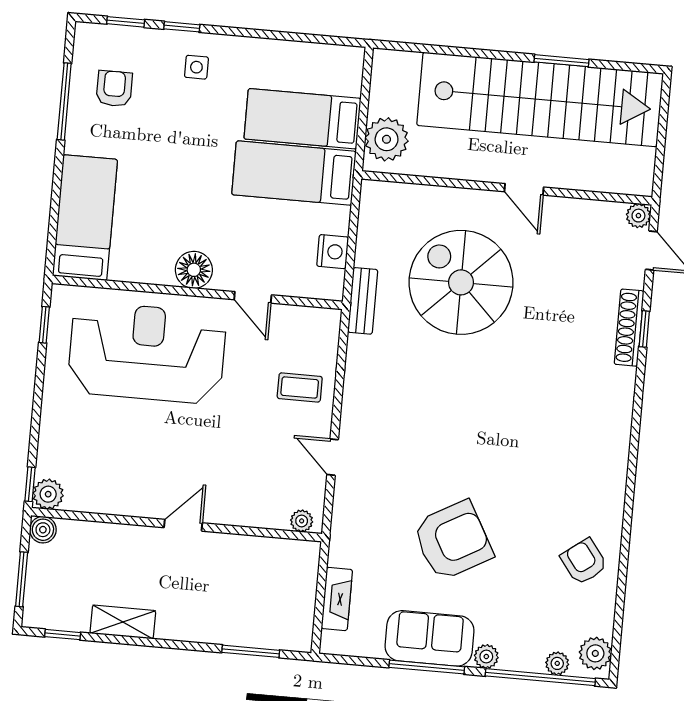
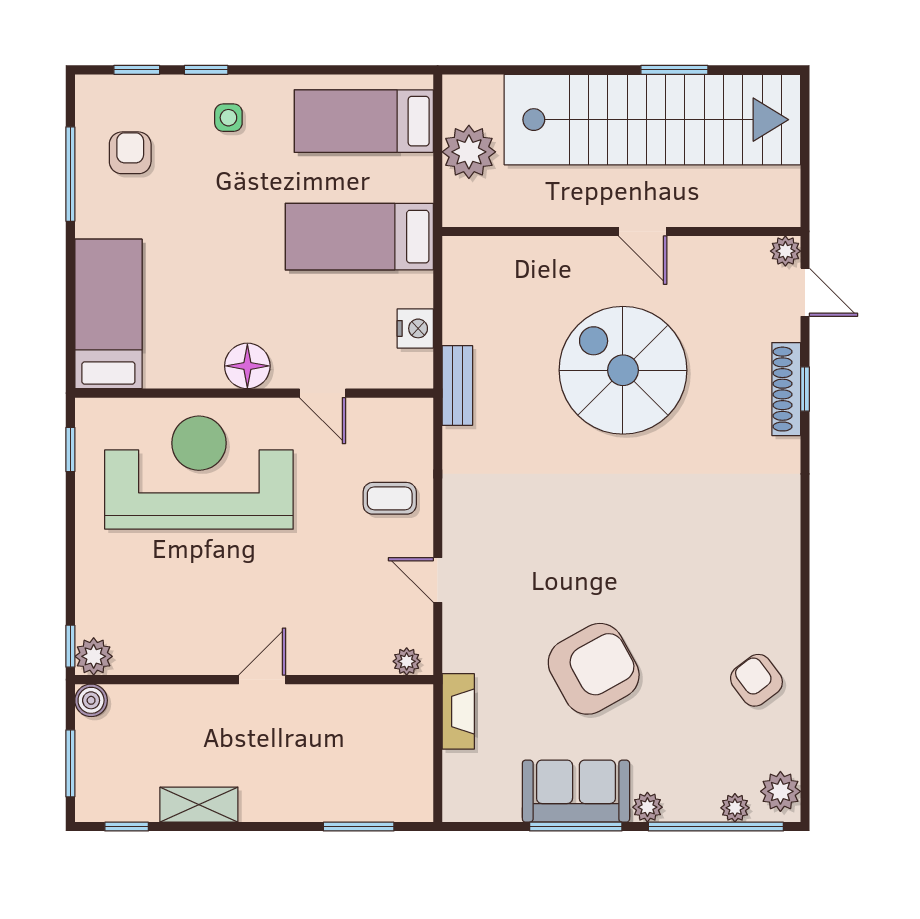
bed: (302, 119) -> (364, 121), moved
plant: (387, 139) -> (469, 152), moved
spiral stairs: (461, 282) -> (623, 370), moved
fireplace: (337, 599) -> (458, 711), moved

